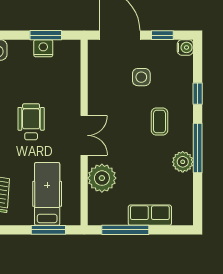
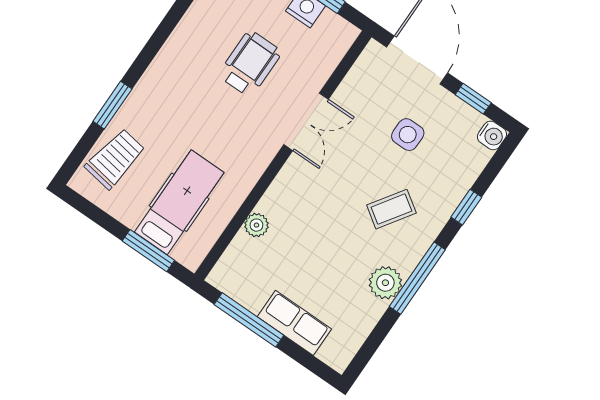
wheelchair: (31, 122) -> (250, 64), moved
coffee table: (159, 122) -> (391, 209), turned 34
double door: (84, 135) -> (306, 122), moved
plant: (102, 178) -> (256, 225), width x0.53, depth x0.53

